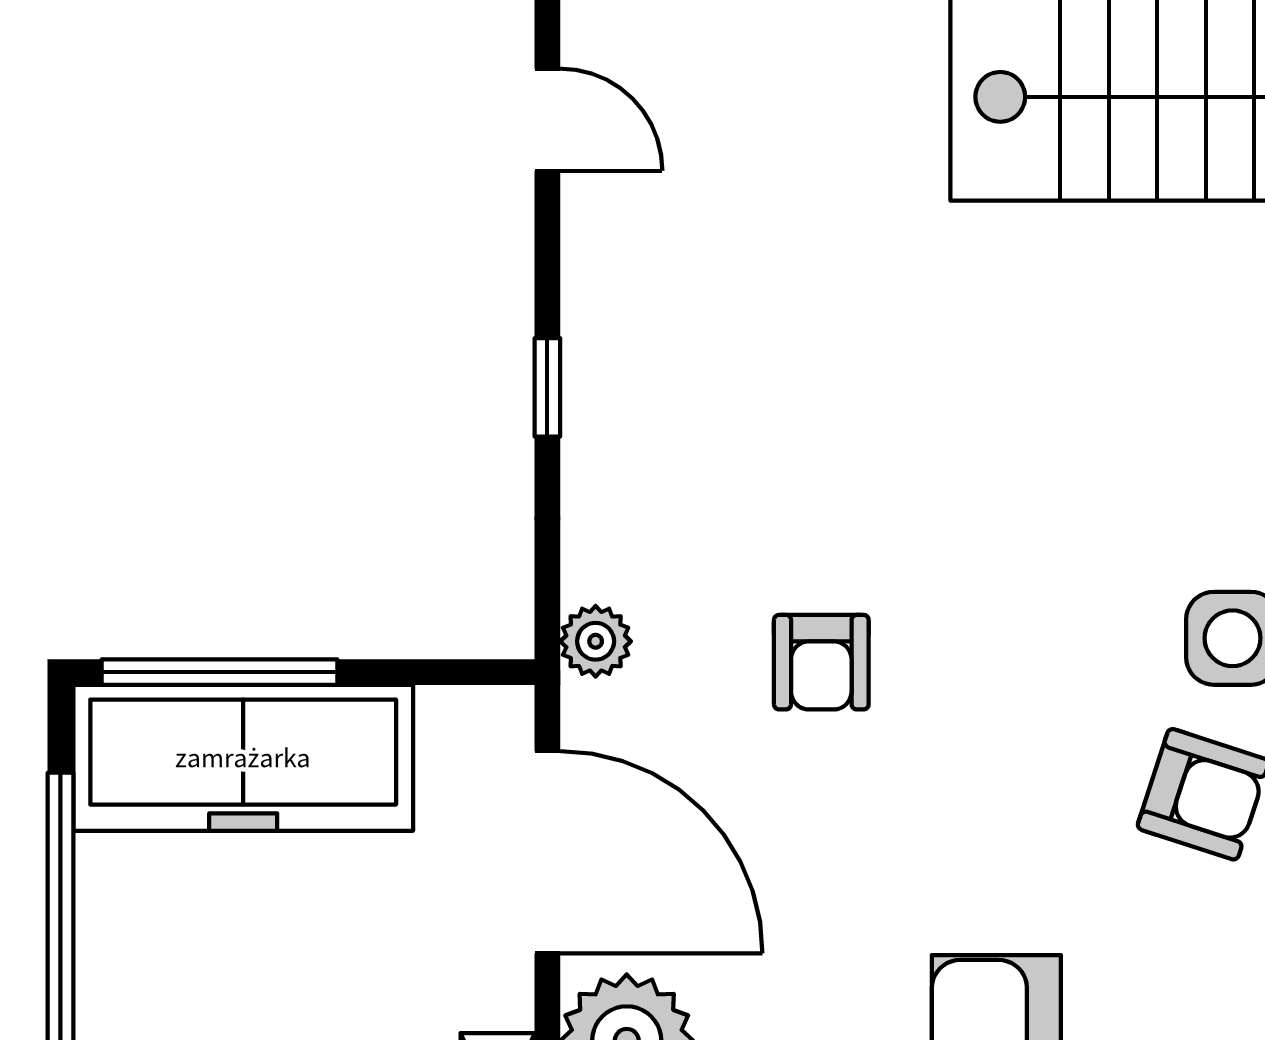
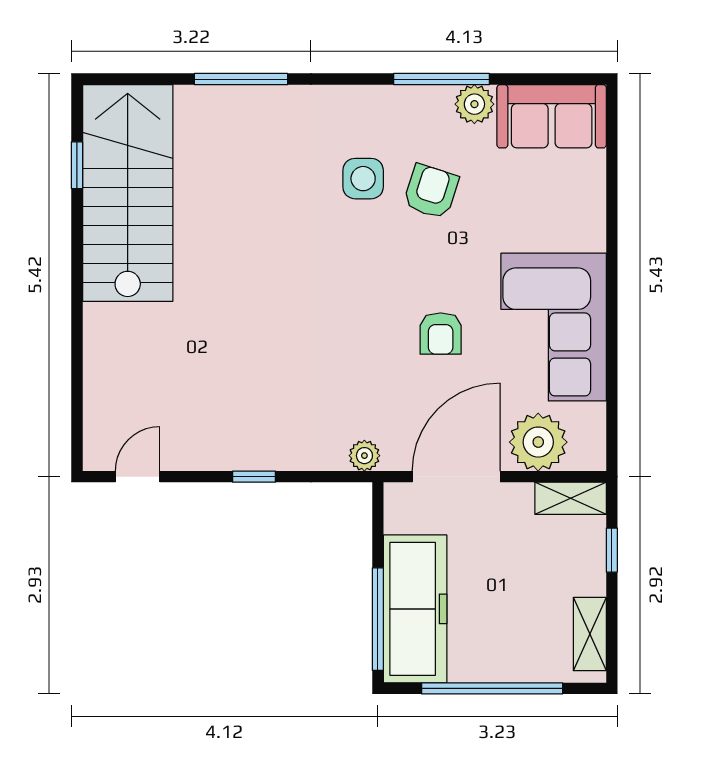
armchair: (821, 662) -> (441, 334), moved, turned 90

